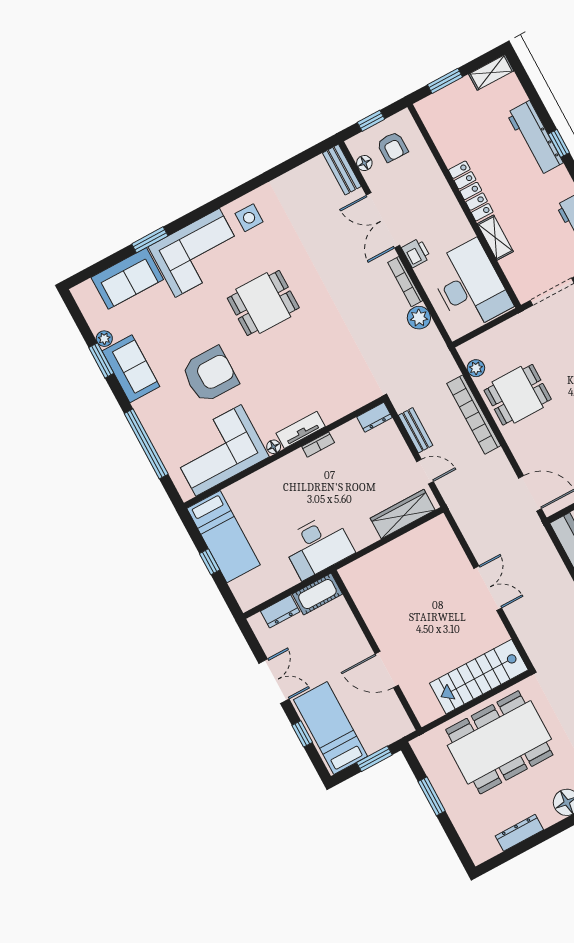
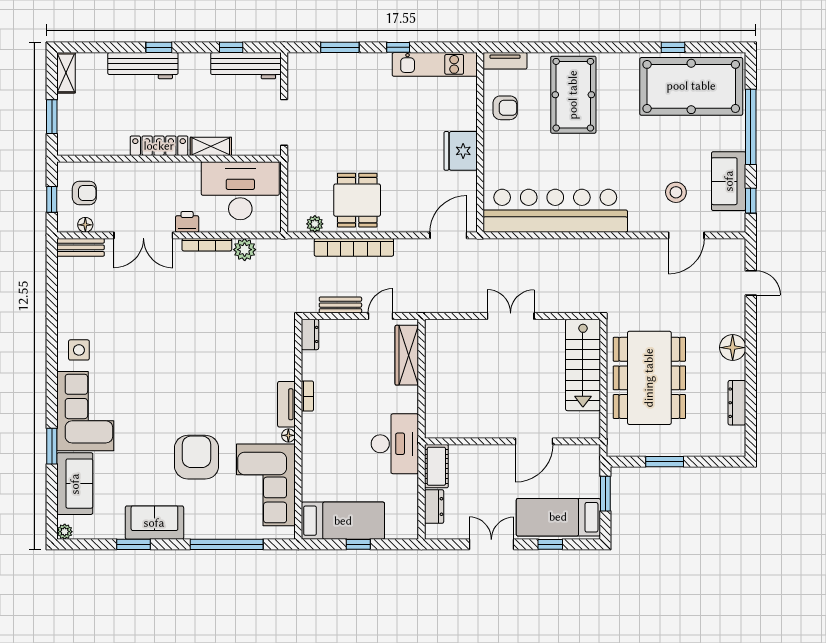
dining table: (263, 303) -> (159, 377), removed
plant: (104, 339) -> (65, 532), moved

